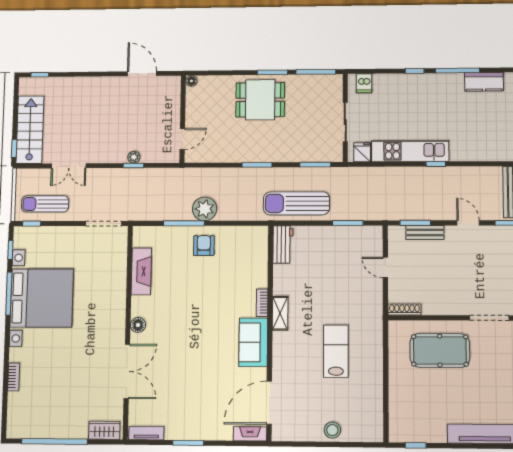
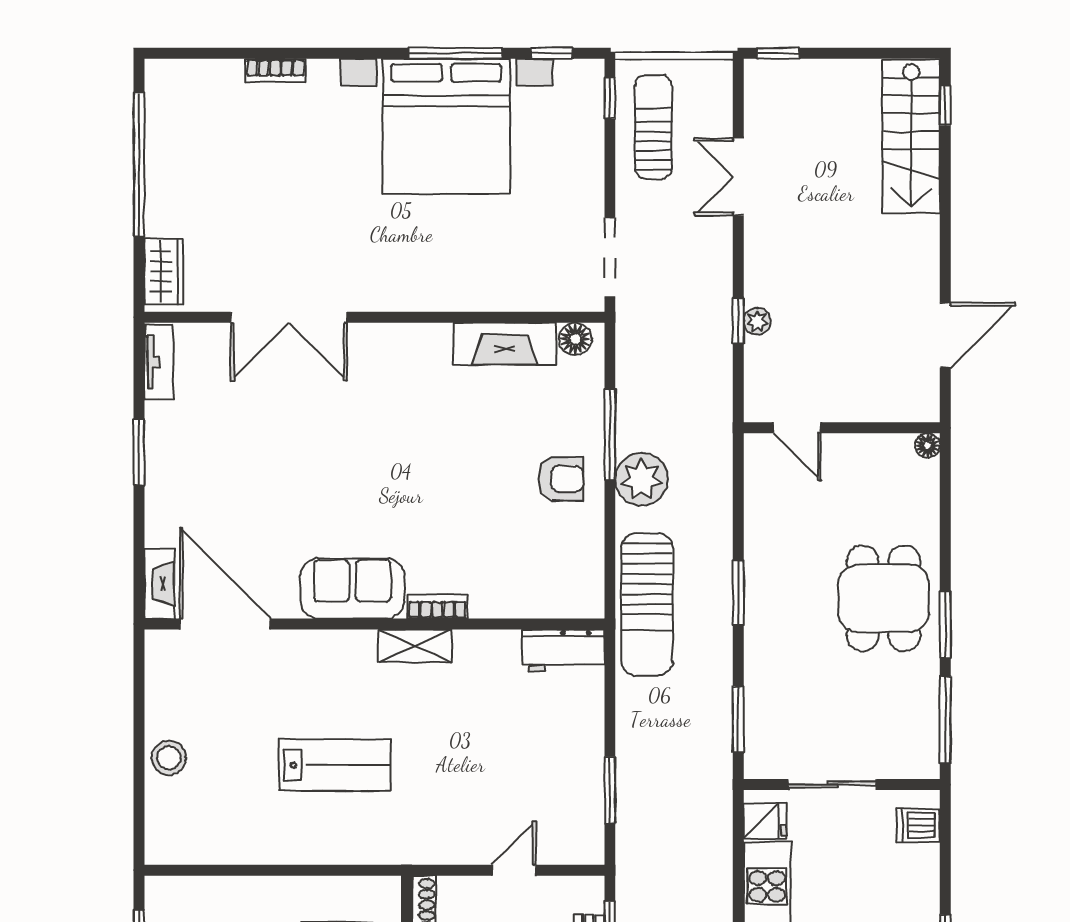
stairs: (30, 130) -> (911, 136), moved, turned 90
sun lounger: (296, 203) -> (647, 605), moved, turned 180
floor lamp: (138, 325) -> (575, 339), moved

